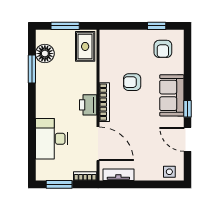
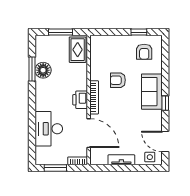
floor lamp: (45, 54) -> (43, 70), moved
door: (187, 139) -> (165, 142), moved
tv unit: (118, 175) -> (121, 160), moved

